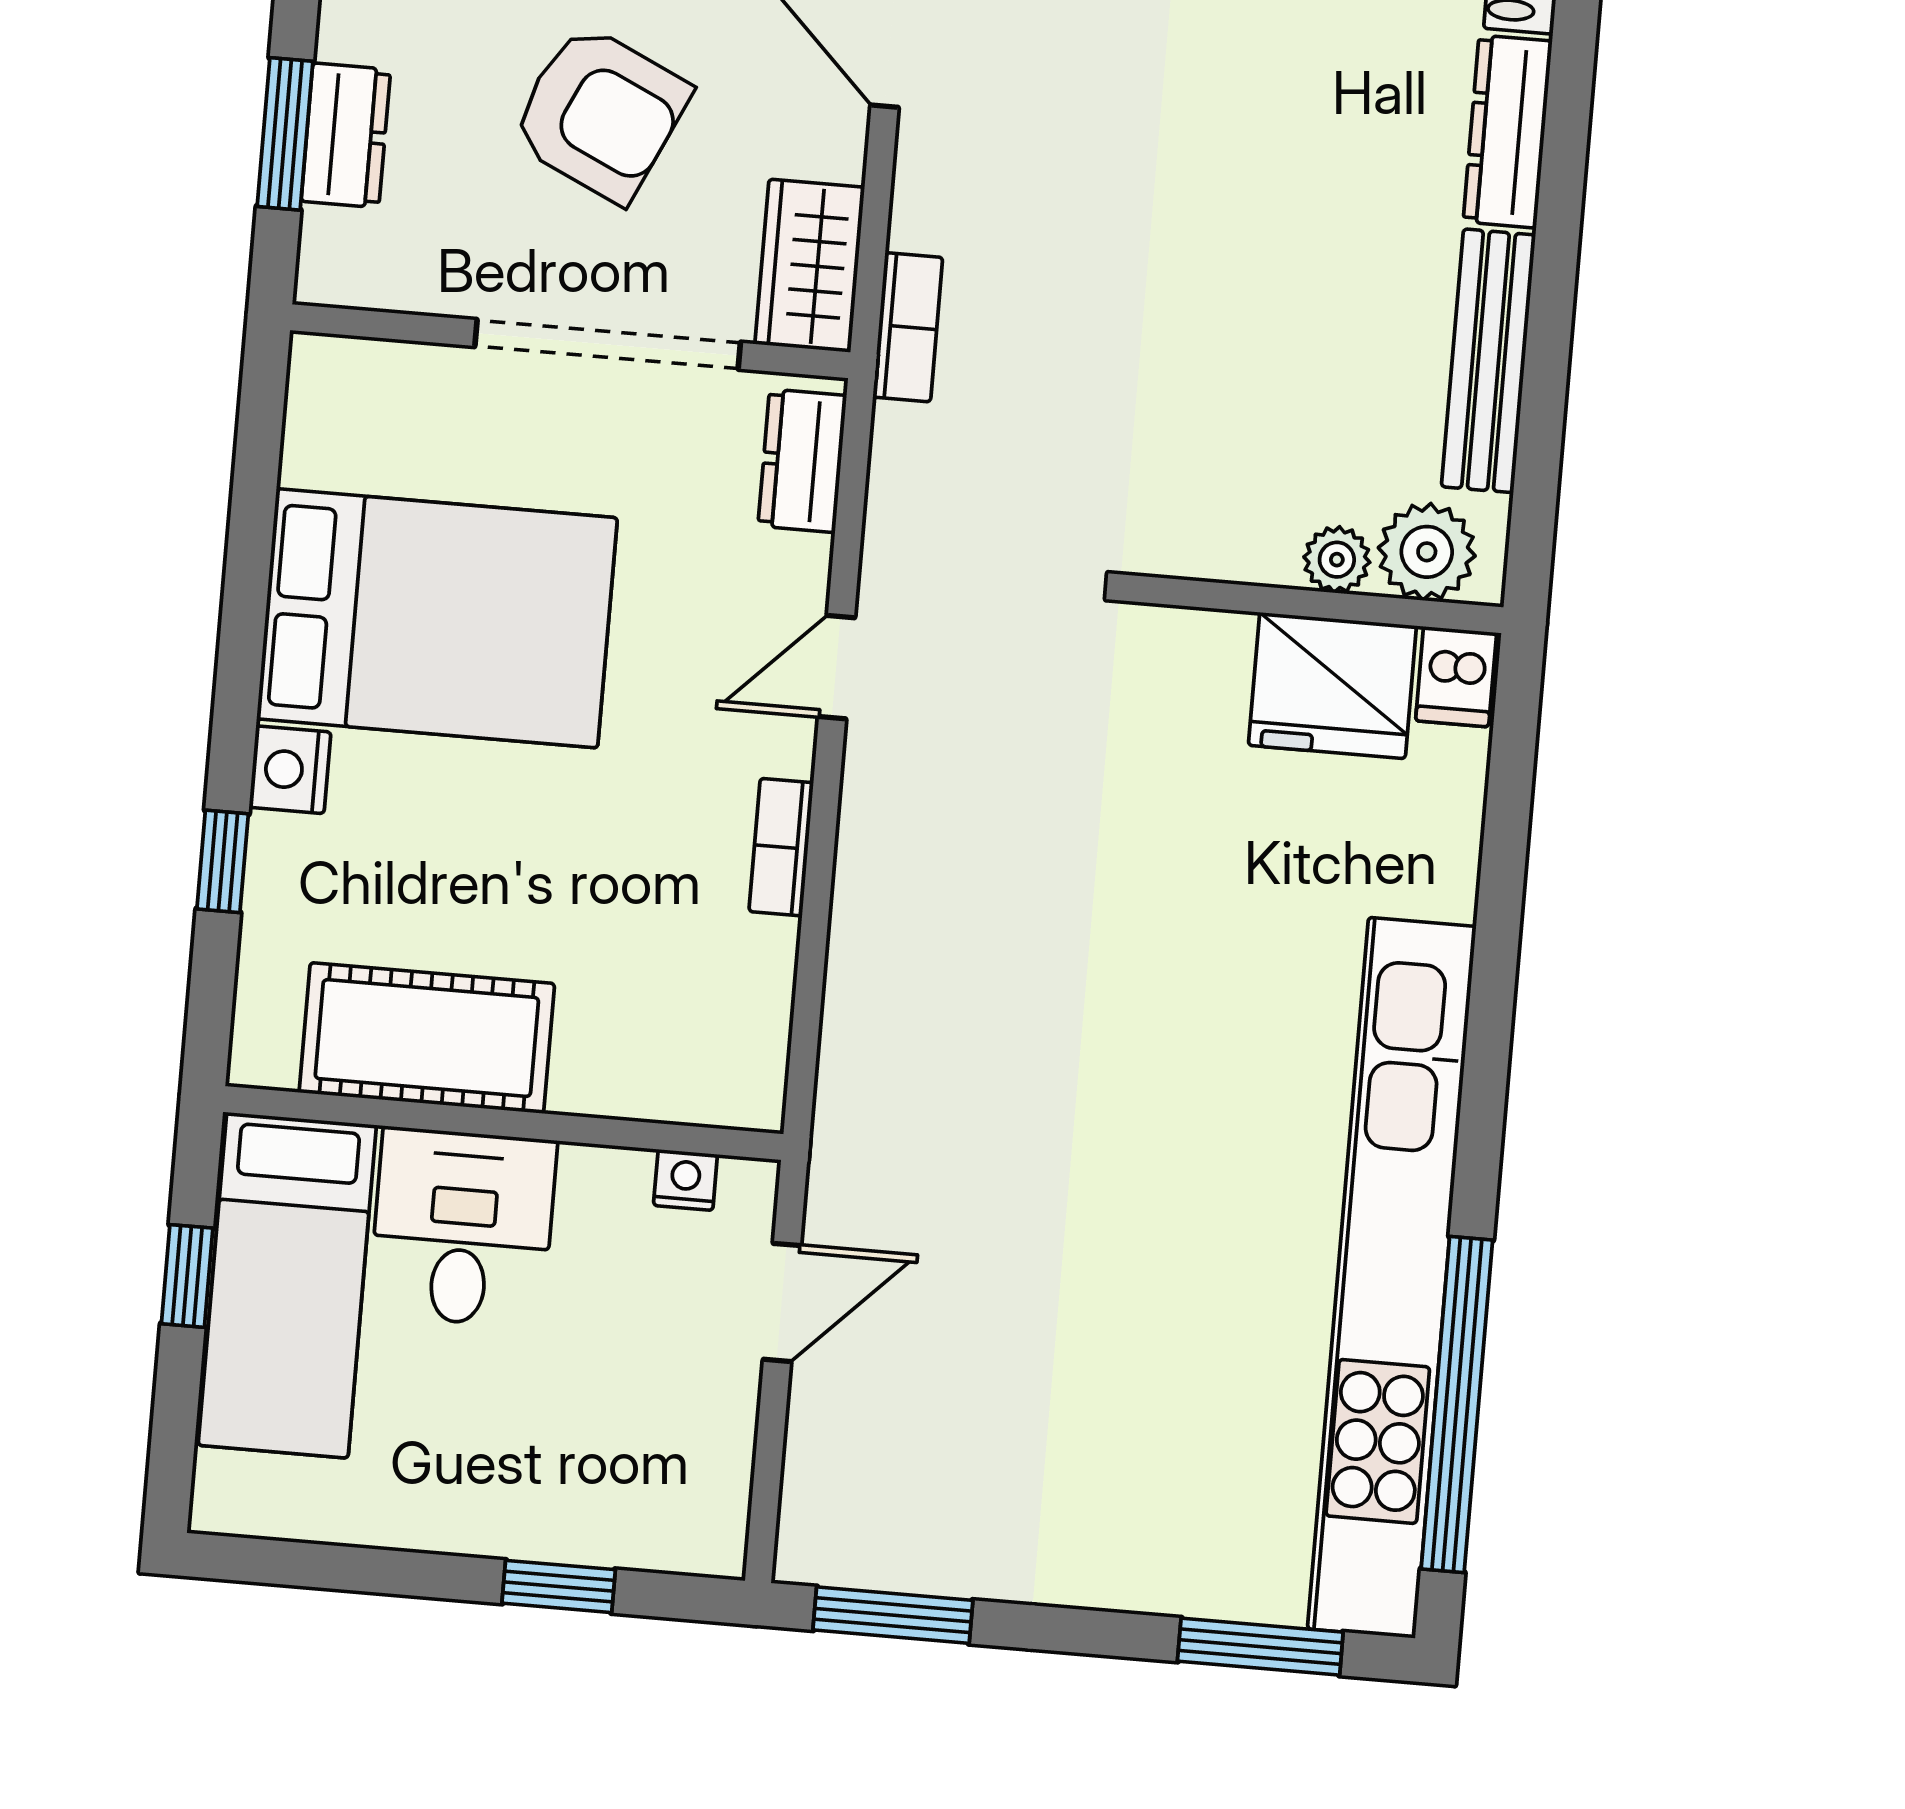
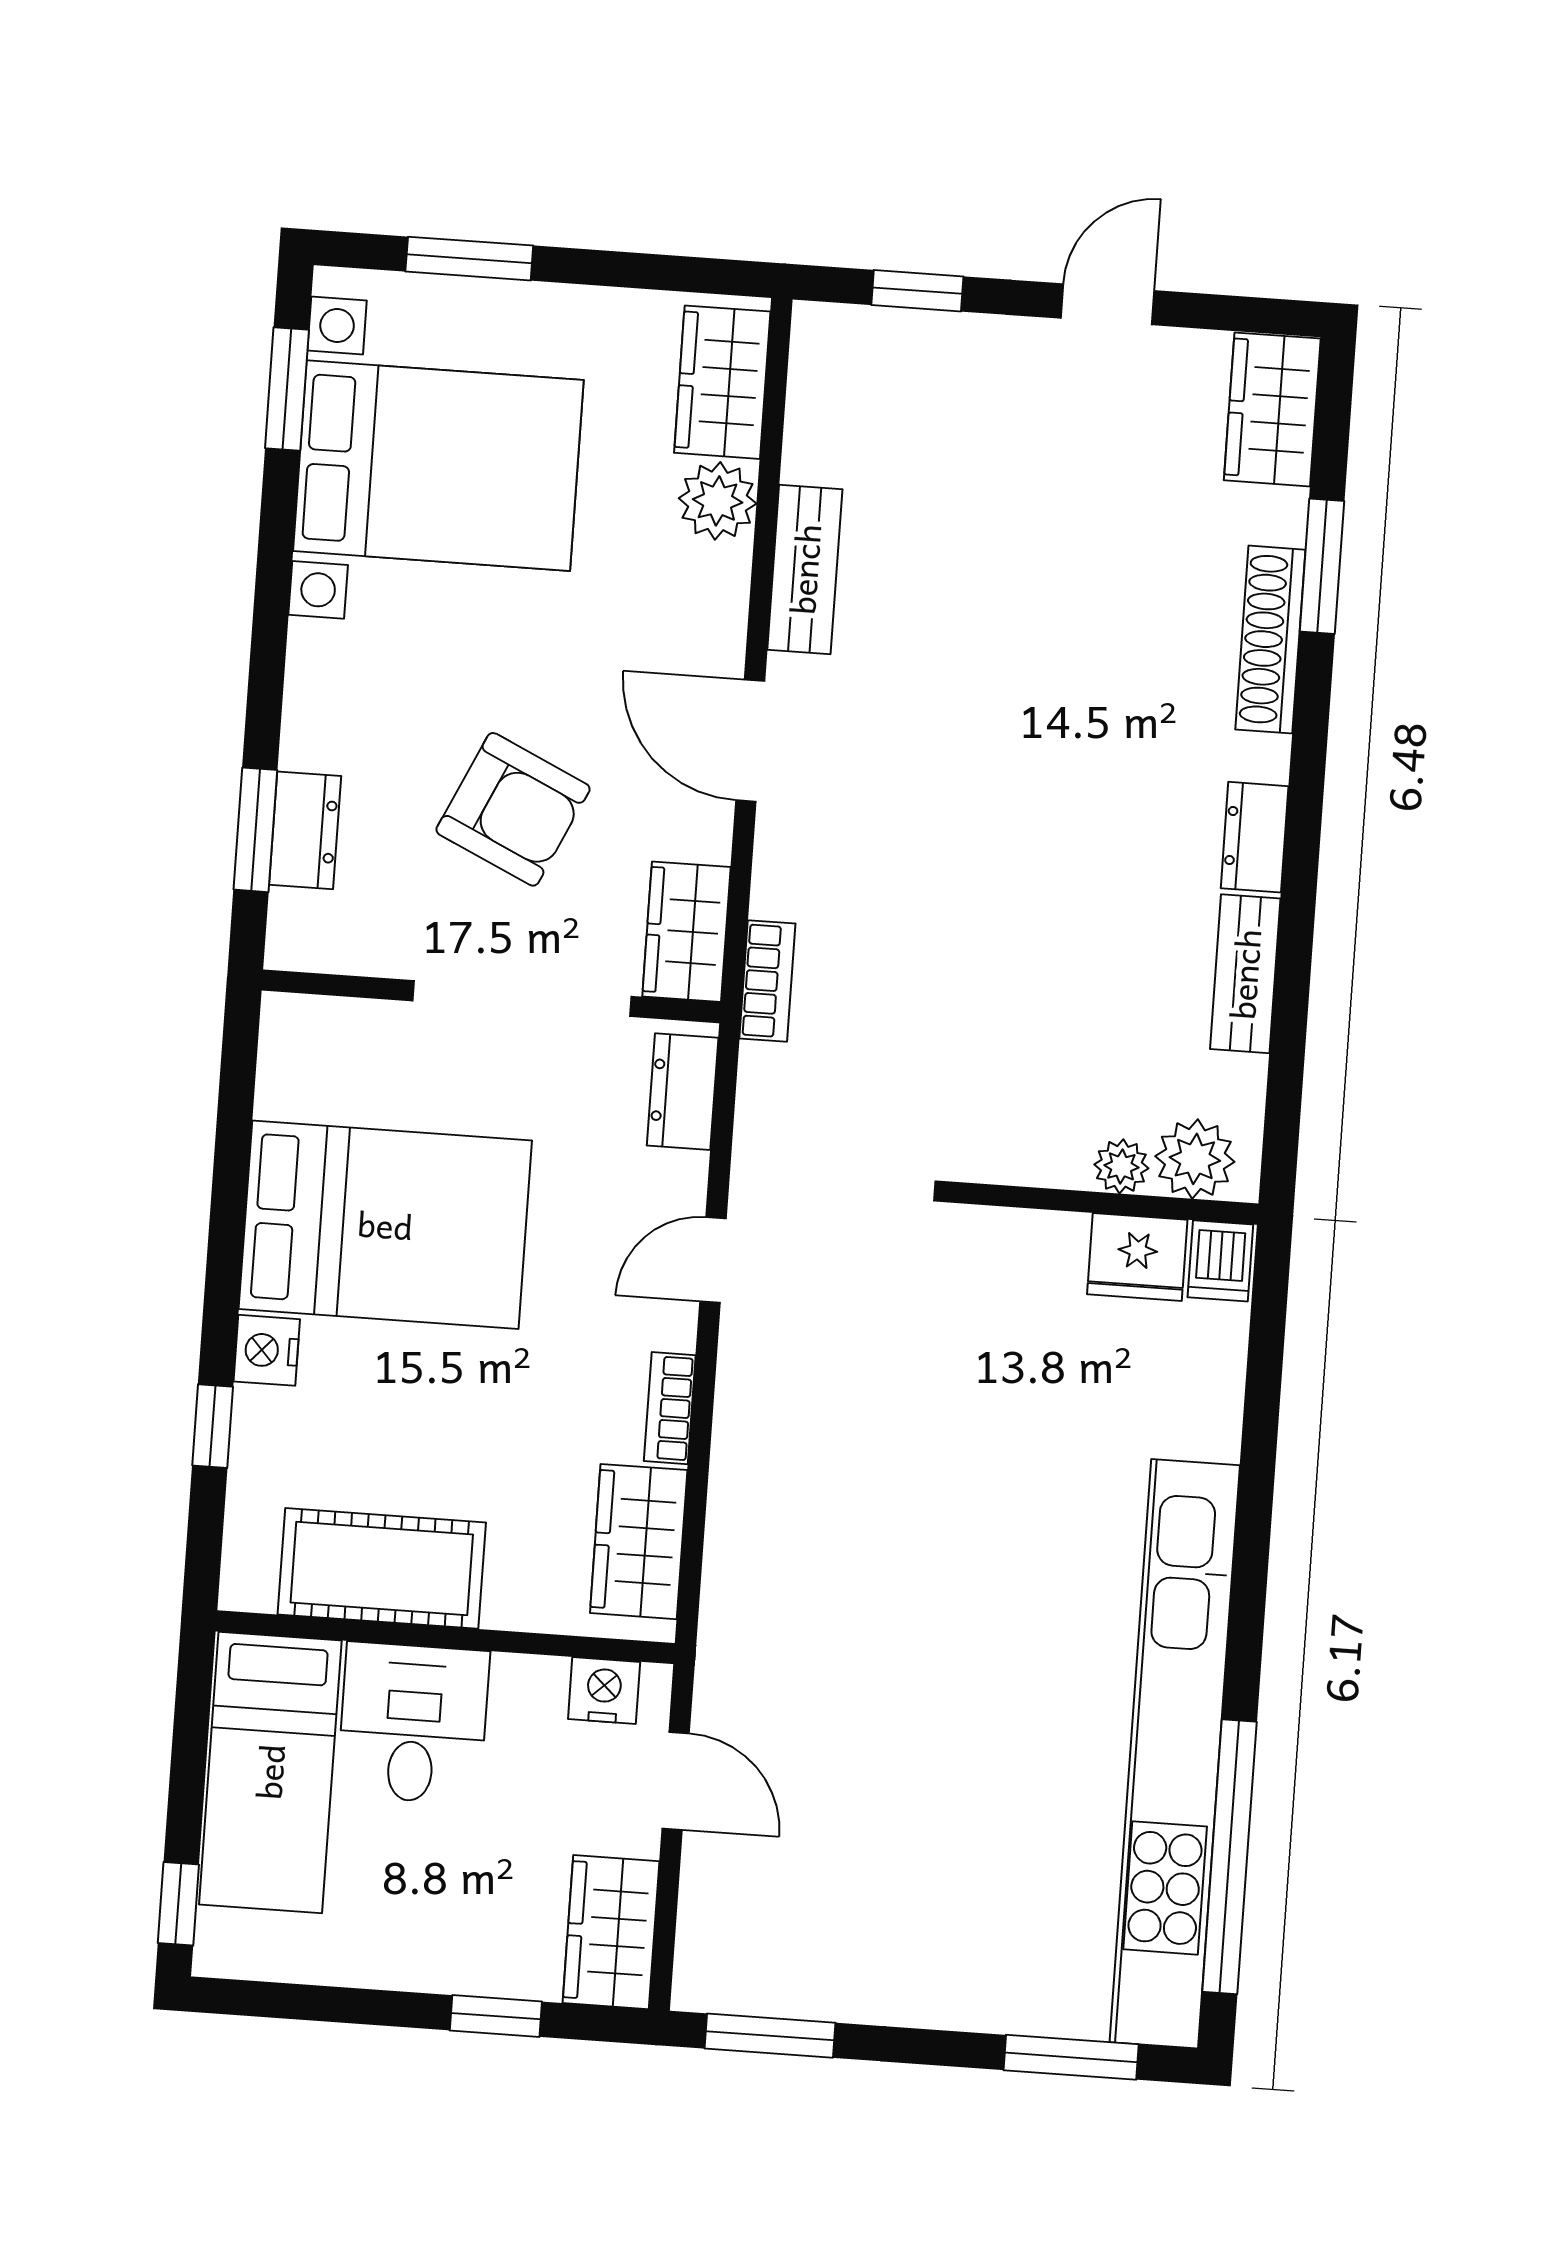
dresser: (1508, 131) -> (1255, 837), width x0.70
bench: (1488, 361) -> (1245, 974), width x0.73
fridge: (1332, 686) -> (1137, 1257), width x0.73, depth x0.75
wardrobe: (741, 1009) -> (639, 1542), added
nightstand: (685, 1180) -> (604, 1691), width x1.39, depth x1.35
window: (187, 1276) -> (178, 1904), moved
door: (782, 1302) -> (676, 1781), hinge flipped
wardrobe: (701, 1486) -> (611, 1932), added

